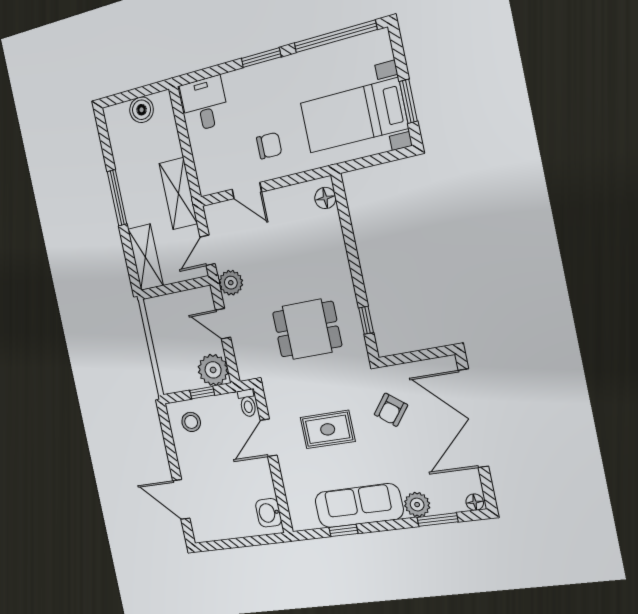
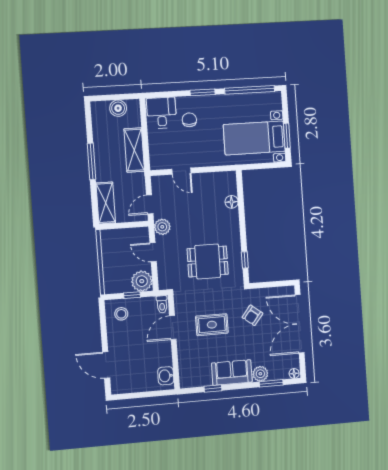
chair: (269, 146) -> (189, 120), moved, turned -90
shelving: (178, 193) -> (134, 150), moved
floor lamp: (325, 198) -> (232, 202), moved
sofa: (359, 506) -> (232, 373), width x0.73

